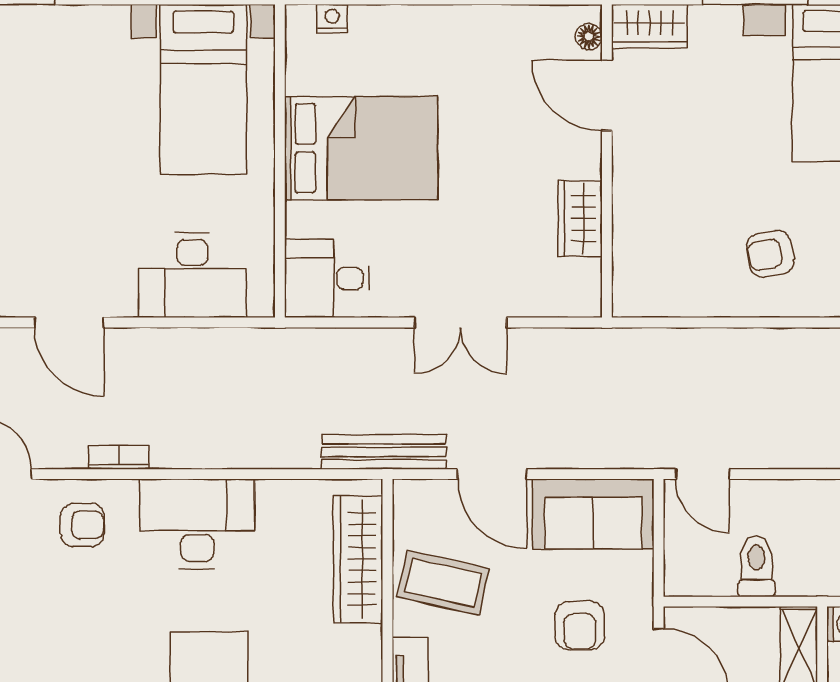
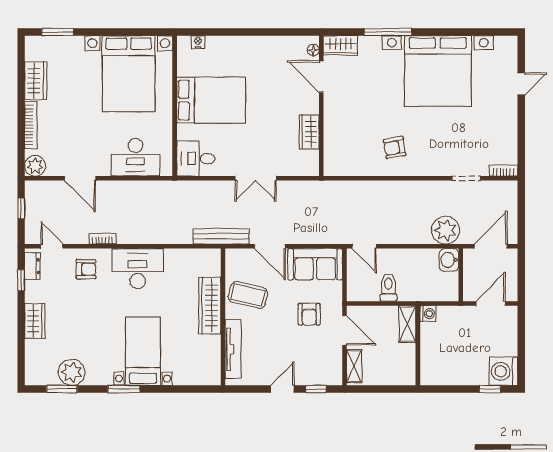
bed with nightstands: (203, 89) -> (129, 74), width x1.36
wardrobe: (358, 559) -> (210, 305), moved

